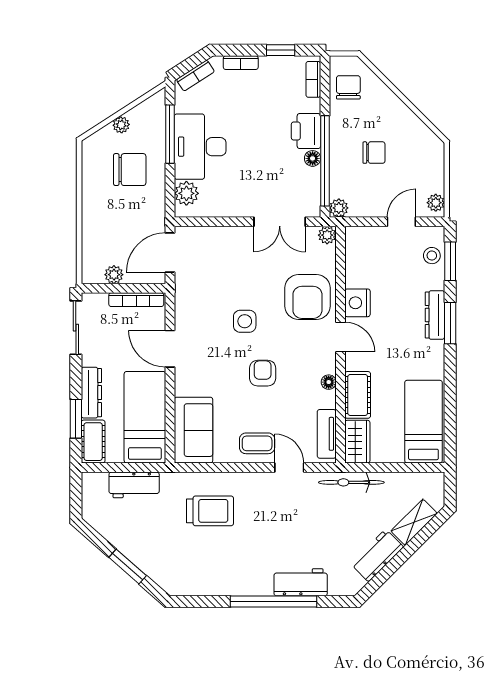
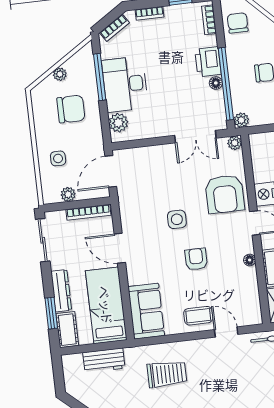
side table: (107, 229) -> (58, 158), added
tv unit: (327, 434) -> (253, 302), removed

